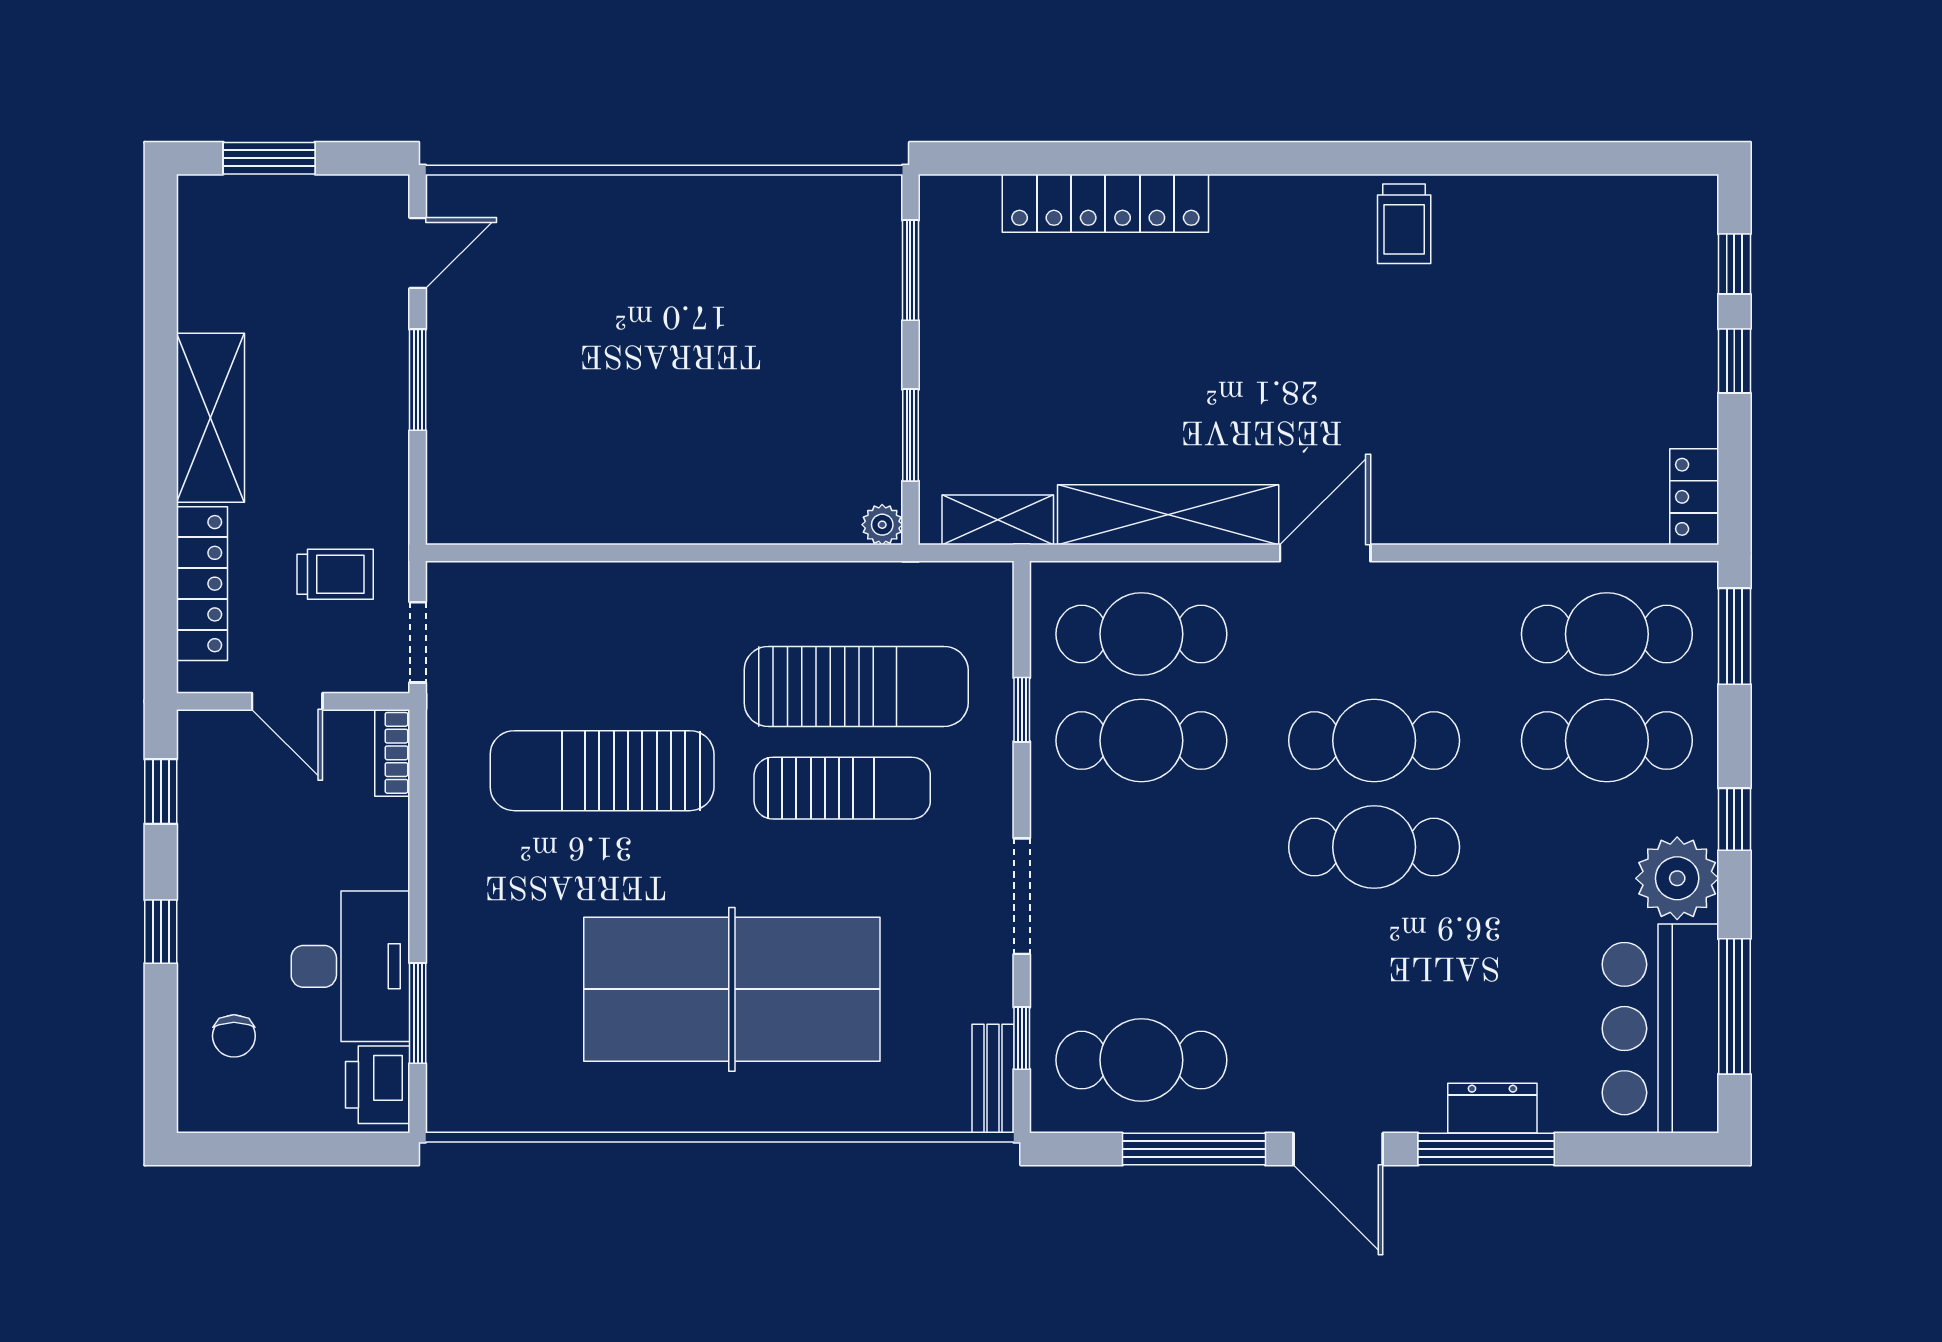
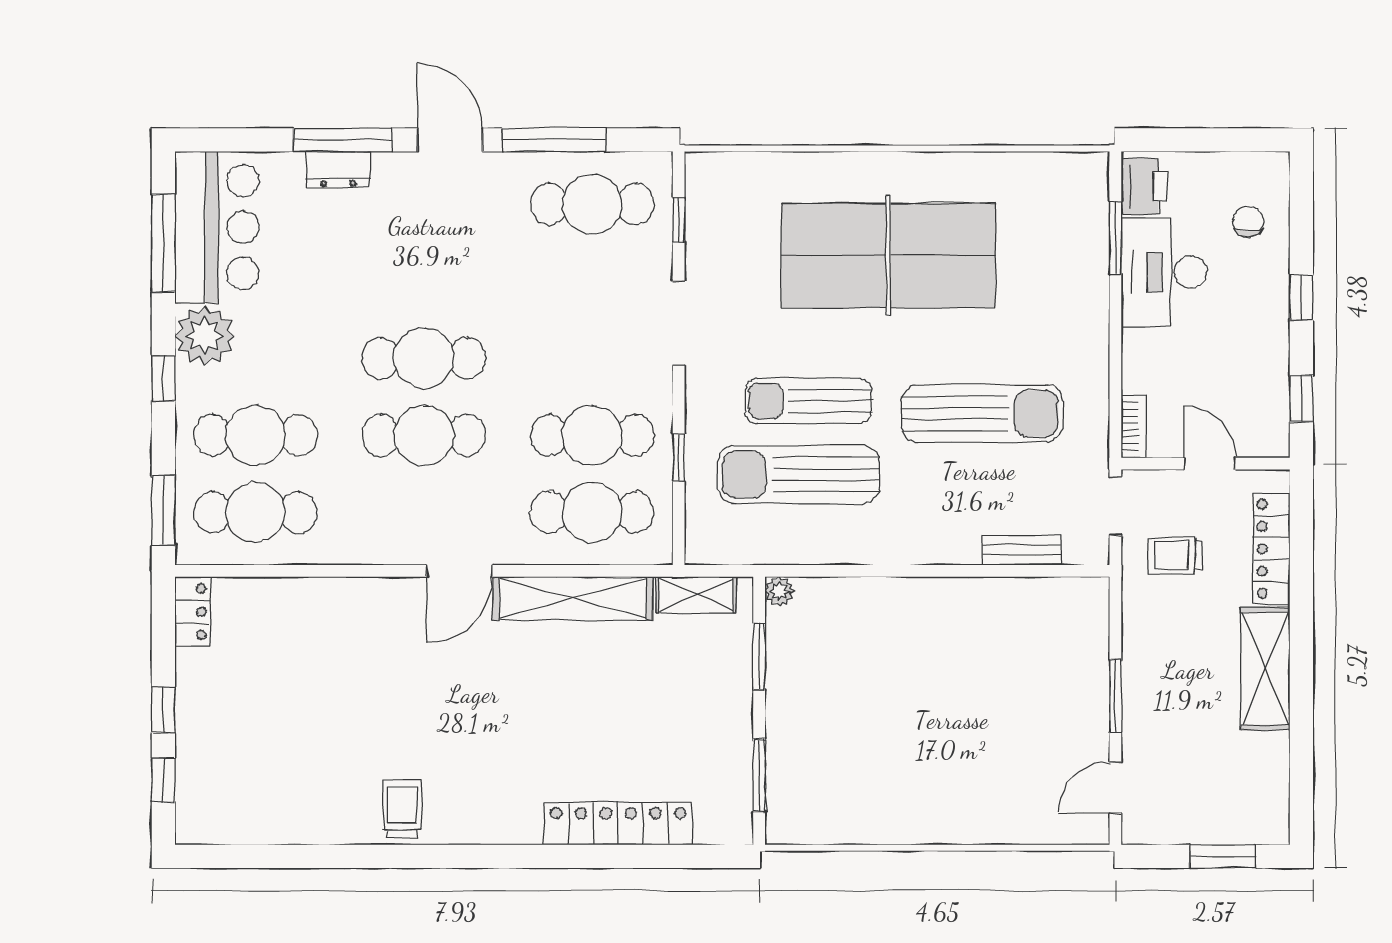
bench: (993, 1079) -> (1022, 550), moved, turned 90

